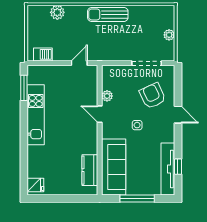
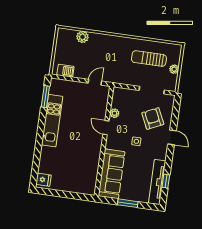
sun lounger: (108, 14) -> (149, 59), moved
kitchen counter: (90, 170) -> (91, 174), removed
window: (137, 199) -> (128, 203), width x0.69

